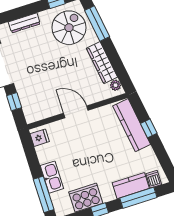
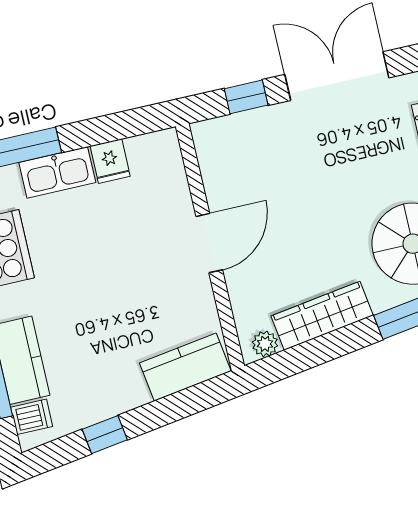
kitchen counter: (132, 125) -> (185, 367), width x0.67
window: (149, 128) -> (105, 435), moved
fridge: (40, 138) -> (110, 161), moved

